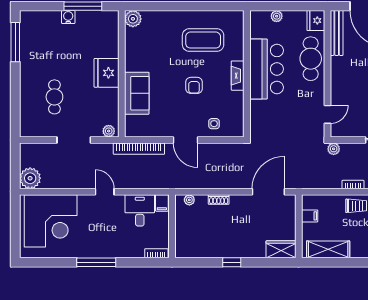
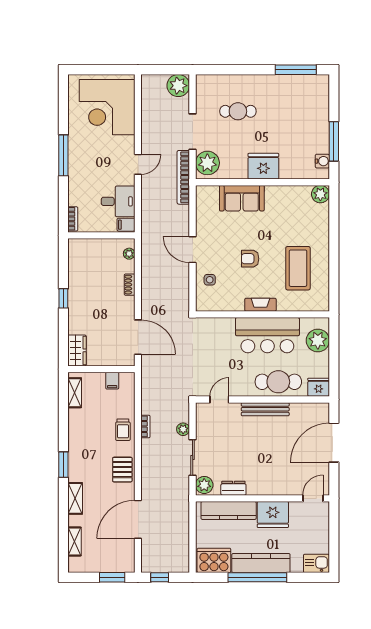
plant: (277, 16) -> (318, 341), width x1.88, depth x1.88
water cooler: (68, 17) -> (322, 161), moved
bench: (337, 33) -> (265, 409), moved
door: (327, 114) -> (219, 400), swing flipped
plant: (109, 131) -> (207, 163), width x1.87, depth x1.87
door: (186, 140) -> (193, 250), hinge flipped
bookcase: (139, 149) -> (183, 177), moved
plant: (334, 149) -> (183, 429), moved
plant: (30, 178) -> (178, 86), moved
shelving: (328, 249) -> (75, 393), width x0.67, depth x0.75

